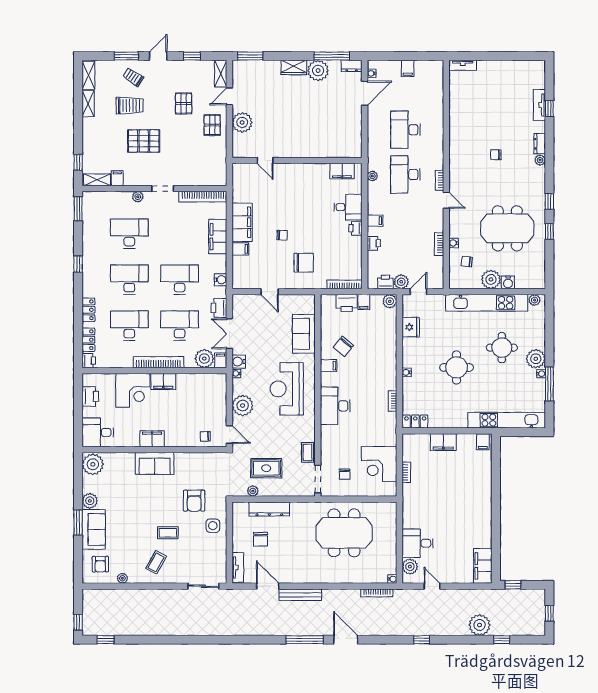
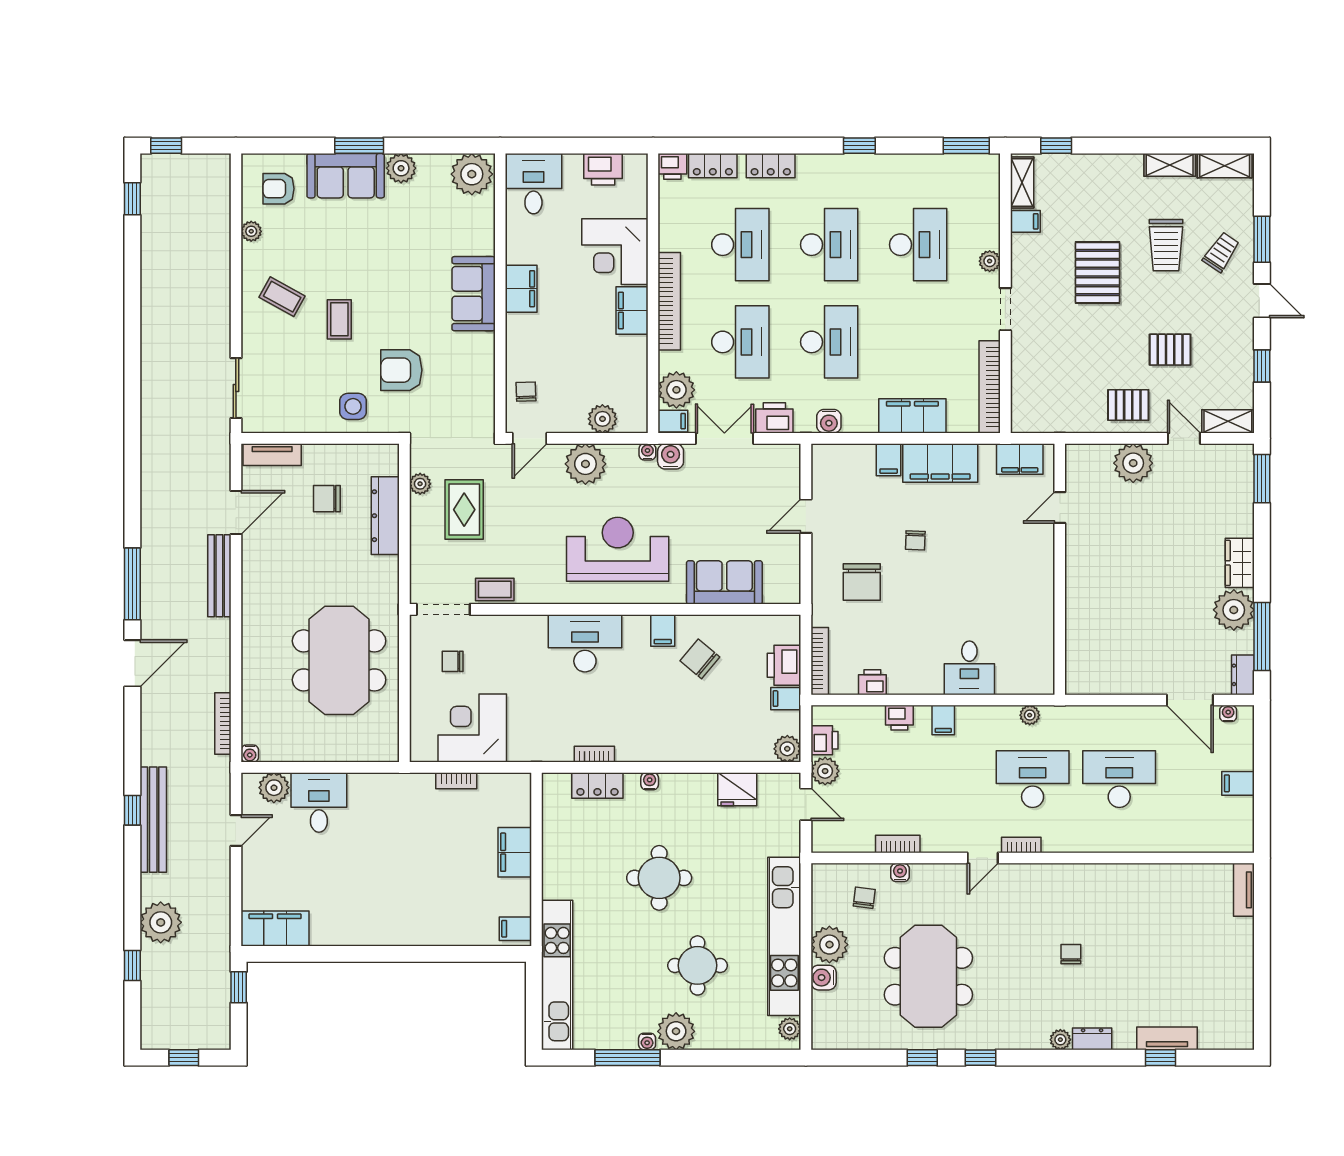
filing cabinet: (342, 171) -> (1020, 459), moved, turned -90
printer: (355, 228) -> (872, 682), moved
plant: (219, 397) -> (602, 419), added
locker: (415, 422) -> (597, 785), moved, turned 90
bench: (426, 629) -> (153, 820), added

